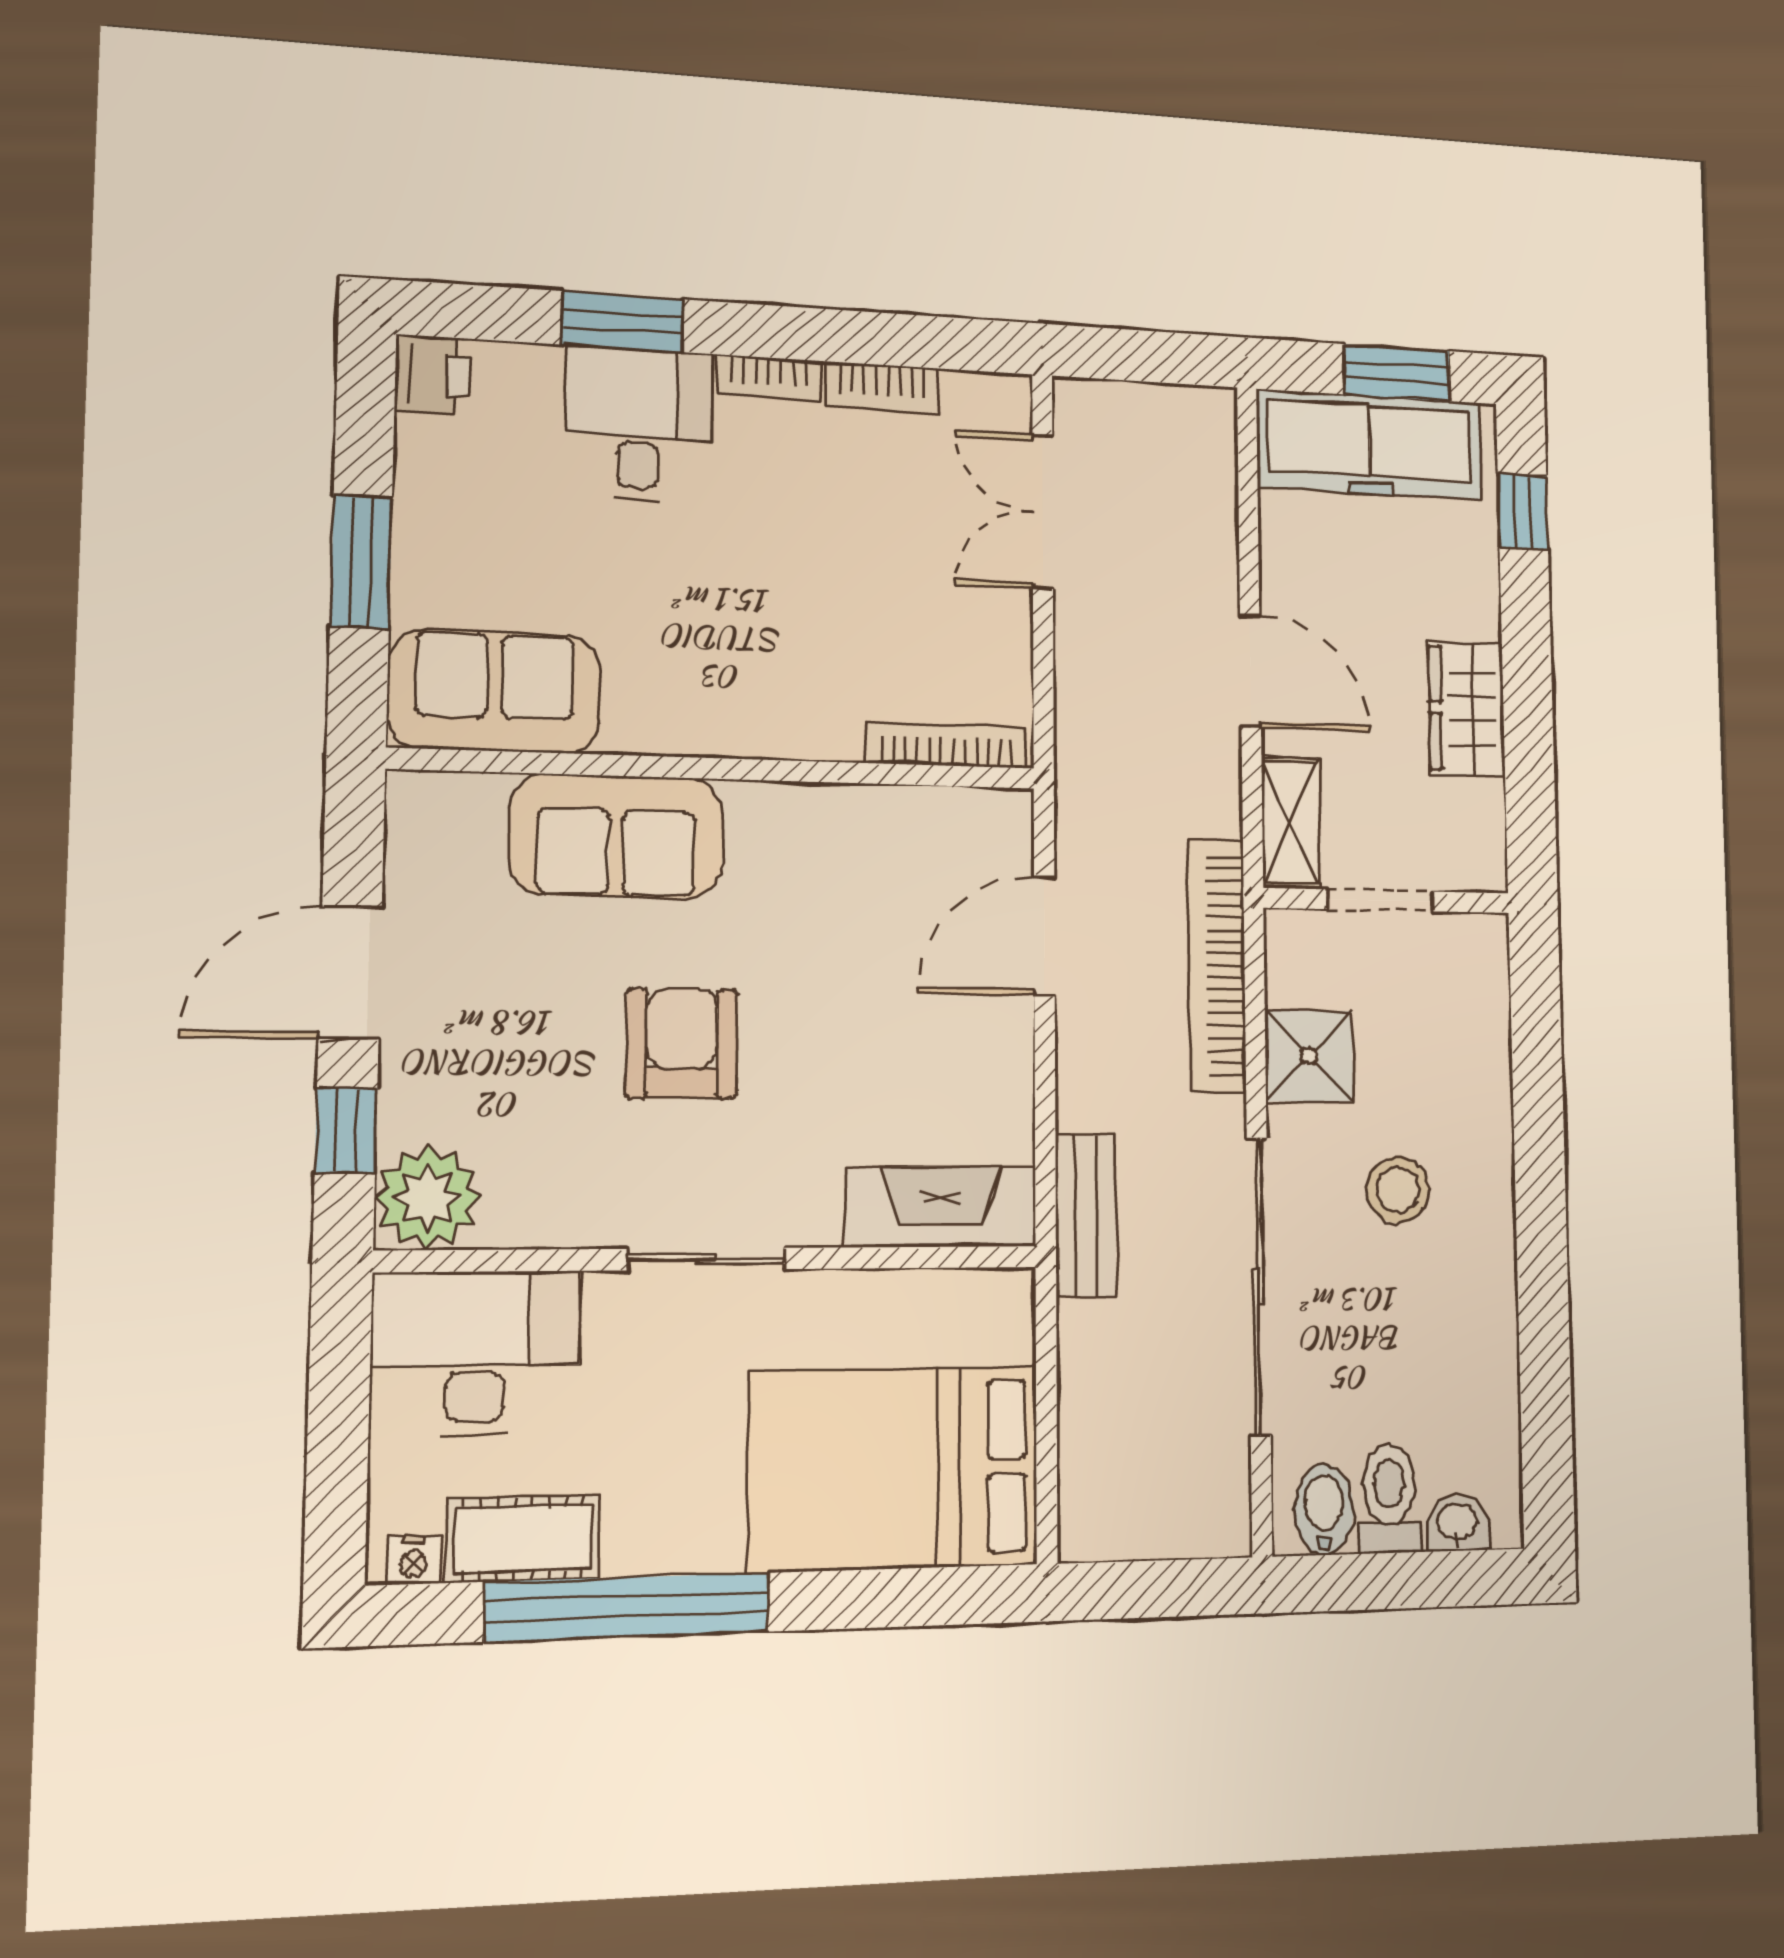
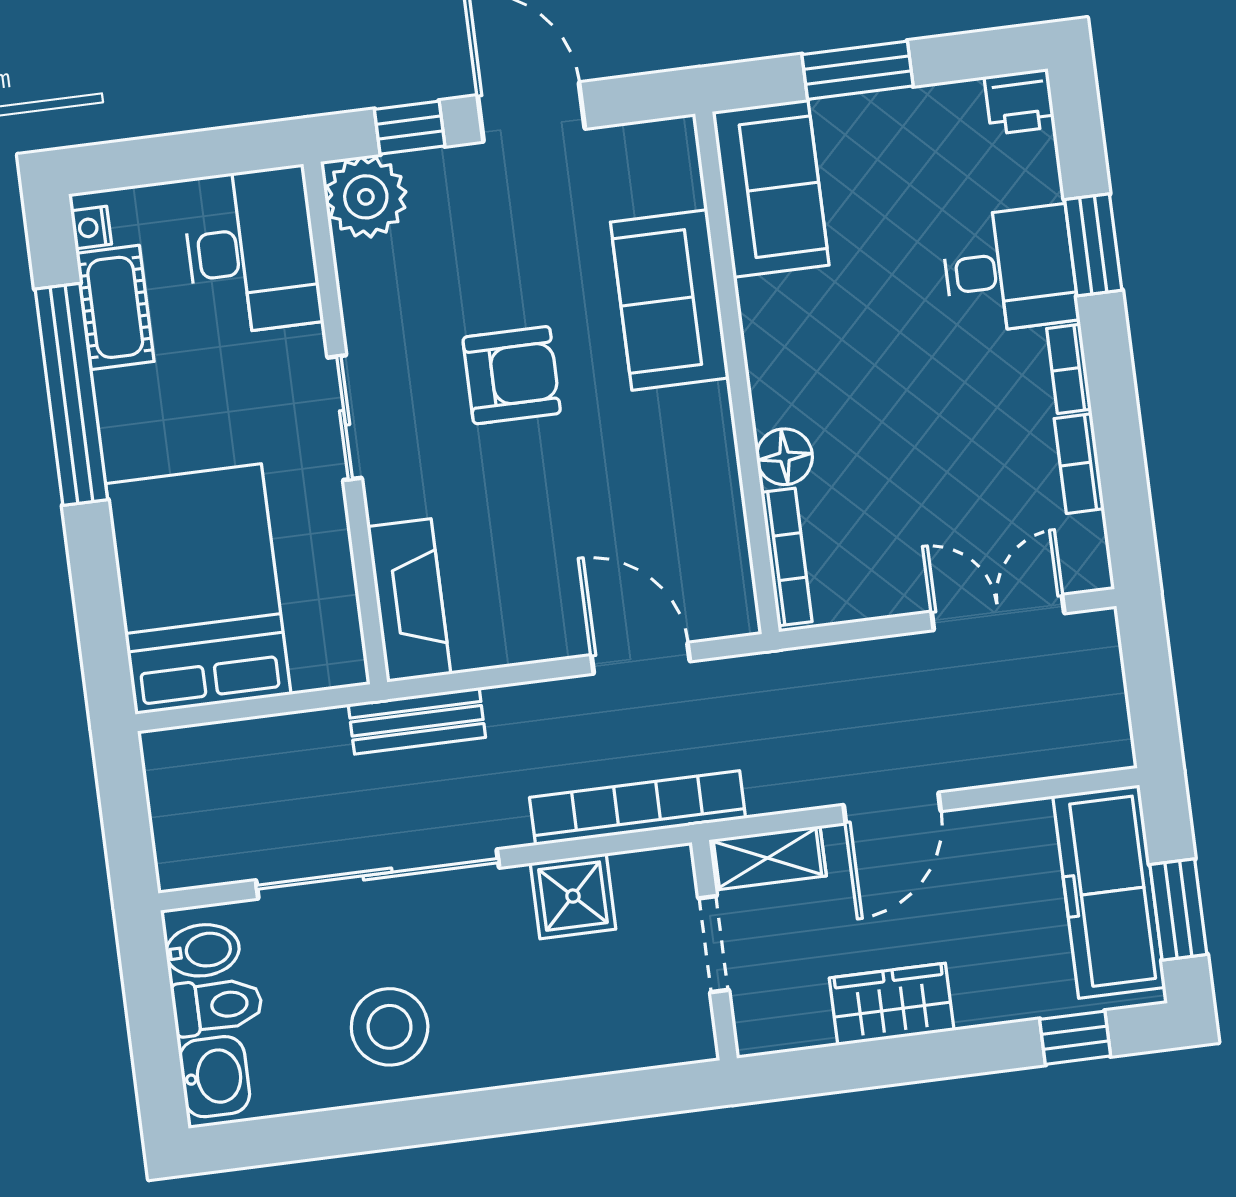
floor lamp: (827, 728) -> (784, 457), added
stool: (1398, 1190) -> (390, 1027), moved, width x1.38, depth x1.38
washbasin: (1457, 1523) -> (215, 1077), width x1.38, depth x1.45

